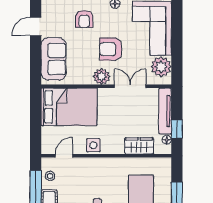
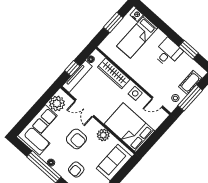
armchair: (84, 19) -> (76, 170), turned 180
plant: (102, 76) -> (103, 135), moved
window: (177, 129) -> (72, 68), moved
wardrobe: (139, 146) -> (114, 73), width x1.50

